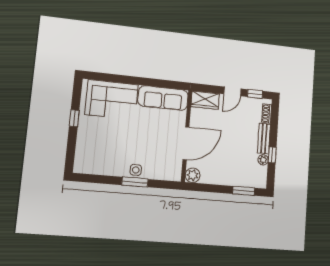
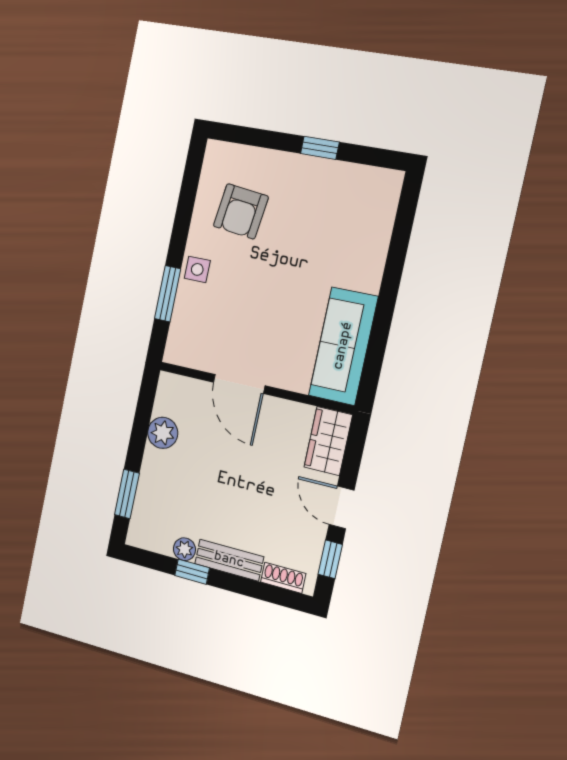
corner sofa: (112, 100) -> (352, 232), removed
door: (186, 143) -> (239, 384), width x0.73
armchair: (107, 152) -> (241, 211), added
plant: (193, 175) -> (163, 433), moved
window: (135, 182) -> (168, 294), moved

